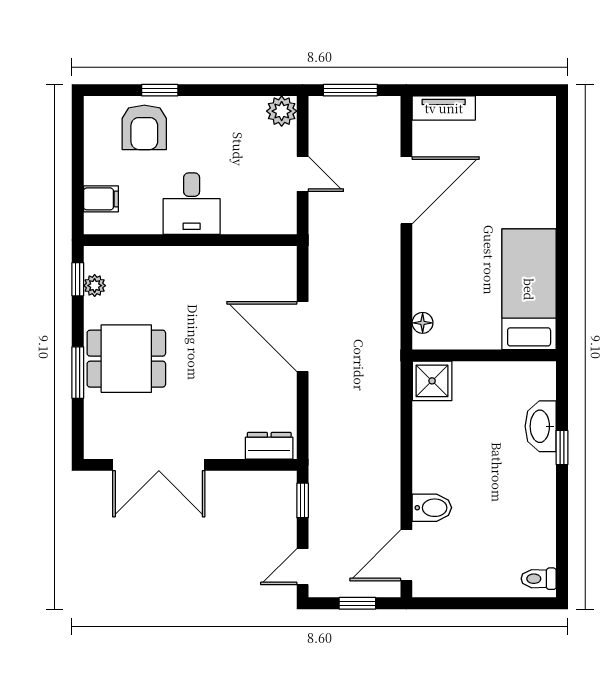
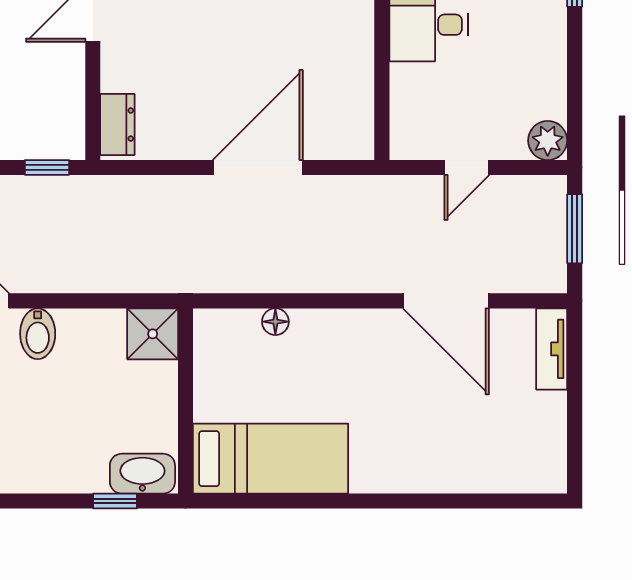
bed: (529, 289) -> (270, 459), moved
wall: (484, 355) -> (185, 401), moved
shower: (432, 381) -> (153, 334), moved

